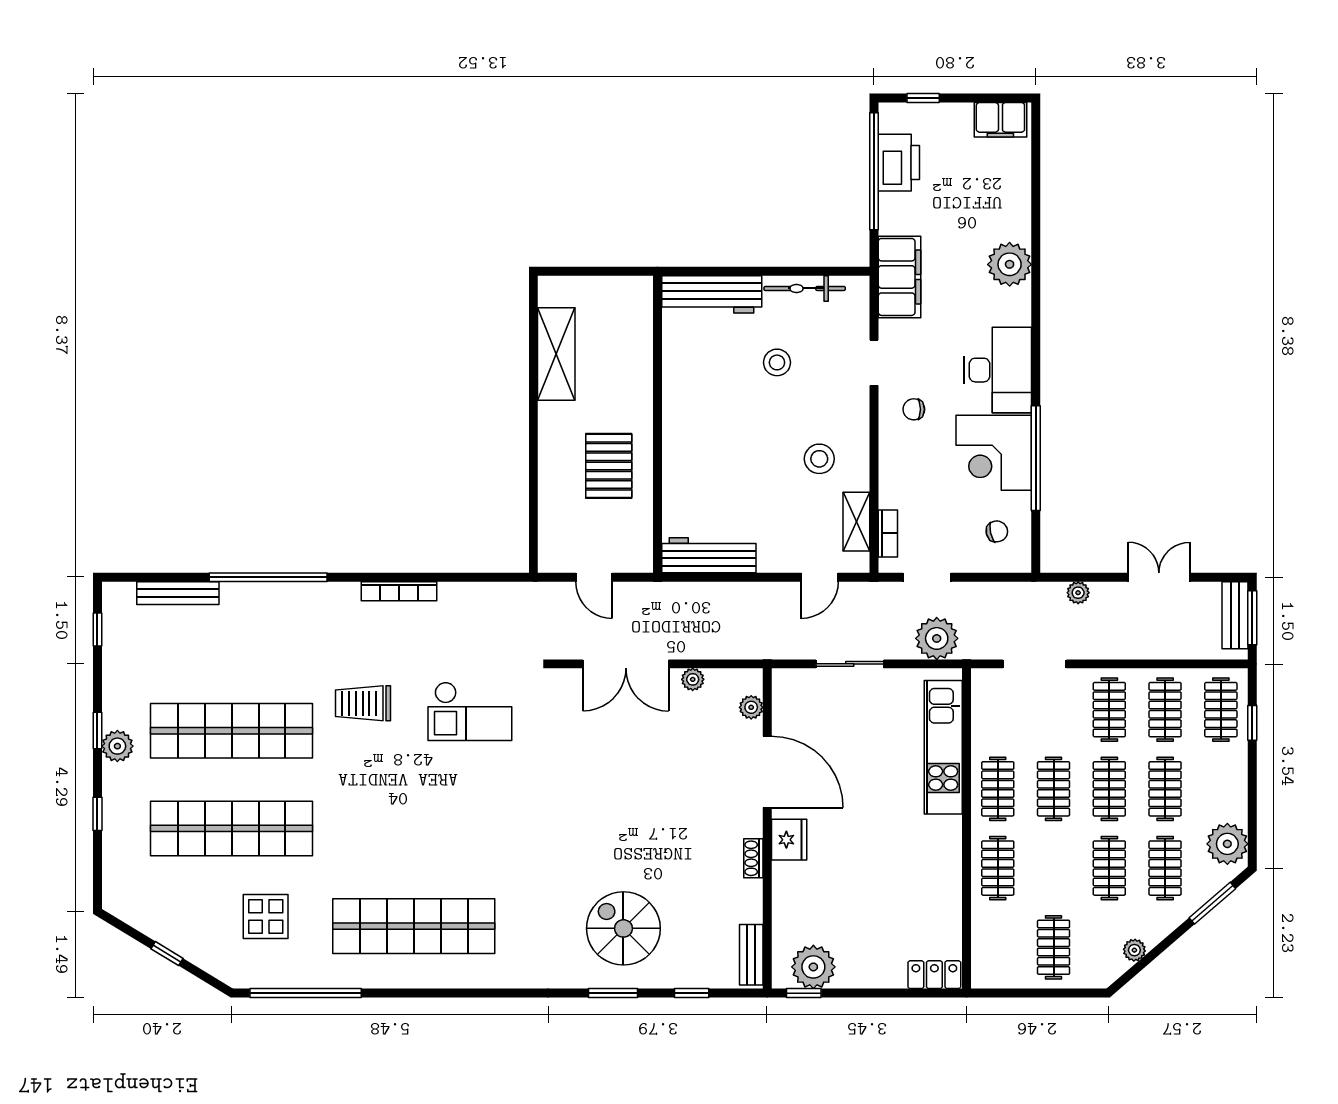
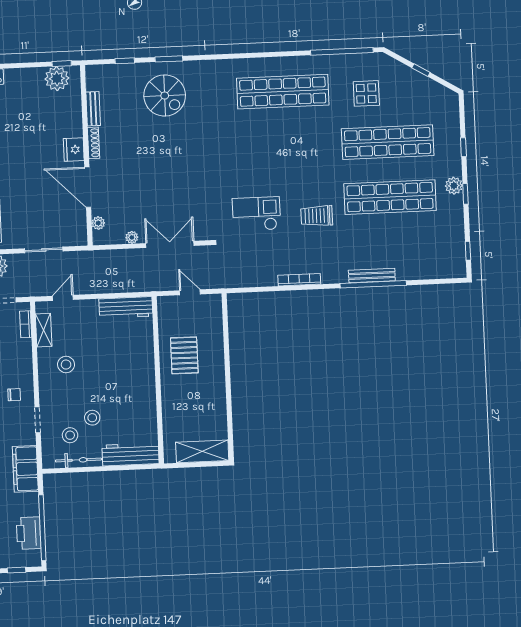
stool: (818, 333) -> (70, 435), added
shelving: (556, 354) -> (202, 451), moved, turned 90
bench: (178, 593) -> (372, 275), moved
trolley: (363, 703) -> (317, 216), turned 180
shoe rack: (753, 858) -> (94, 143), width x1.43
bench: (751, 955) -> (93, 109), moved

